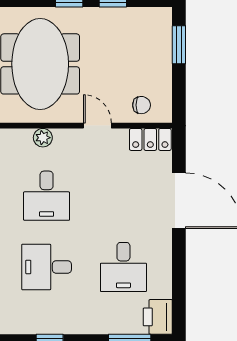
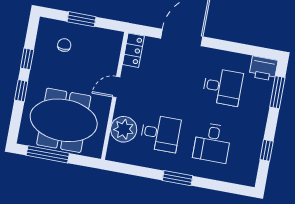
window: (179, 45) -> (81, 19), moved
chair: (142, 105) -> (64, 45), moved
plant: (43, 138) -> (124, 129), width x1.87, depth x1.87

